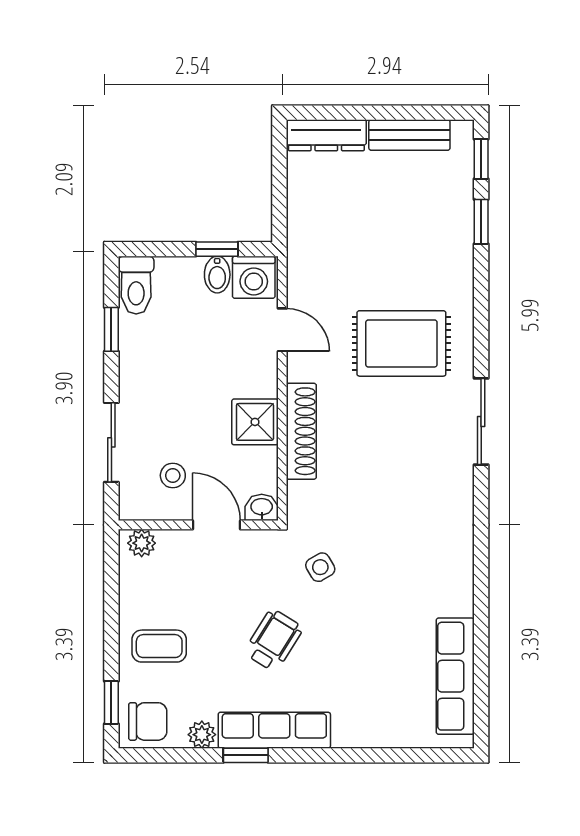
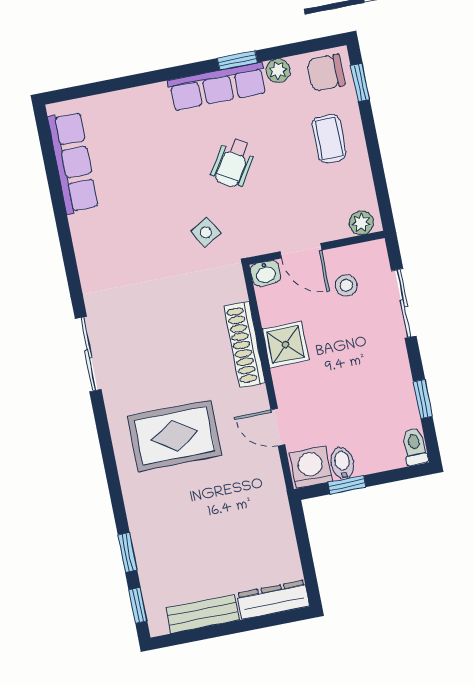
toilet: (136, 285) -> (415, 447), width x0.73, depth x0.72
sliding door: (481, 422) -> (88, 354), moved
coffee table: (159, 646) -> (329, 138), turned 90

